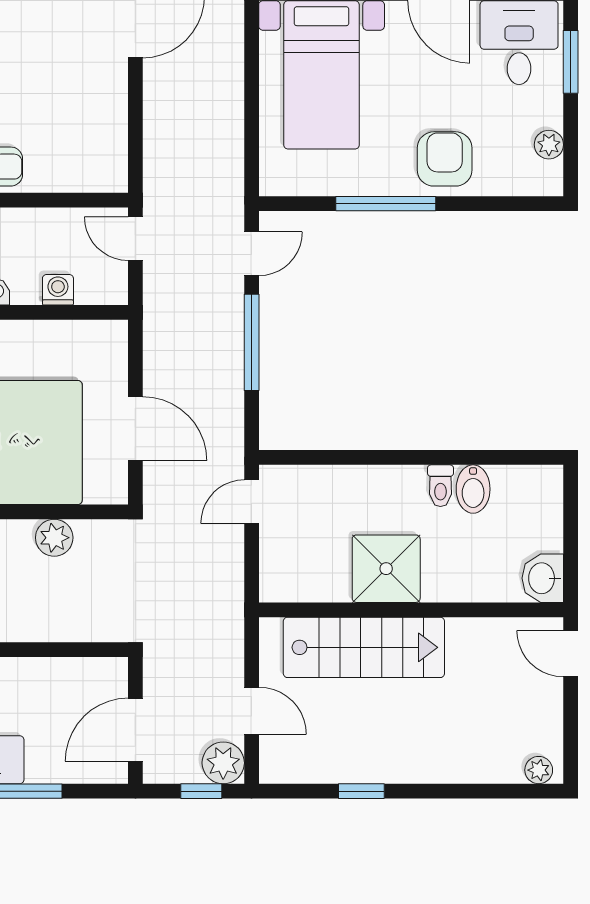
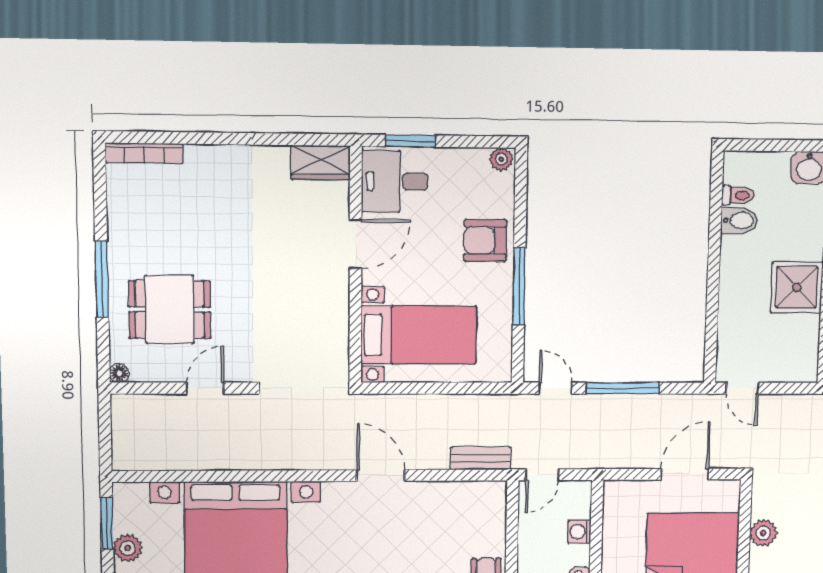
plant: (549, 145) -> (501, 159), moved
bench: (158, 157) -> (480, 458), added
toilet: (440, 486) -> (738, 195), moved

